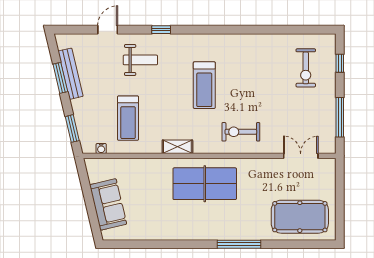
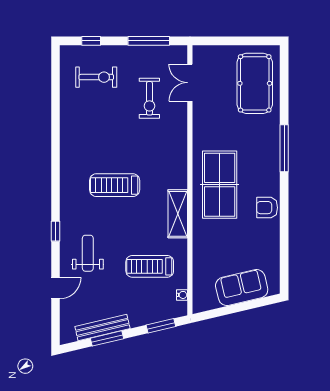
door: (108, 30) -> (55, 288), swing flipped
treadmill: (204, 85) -> (115, 185), turned 180
treadmill: (128, 118) -> (150, 266), turned 180
exercise bike: (241, 132) -> (149, 98), moved
shelving: (177, 147) -> (178, 214), width x1.50, depth x1.33
armchair: (183, 228) -> (267, 208), added

